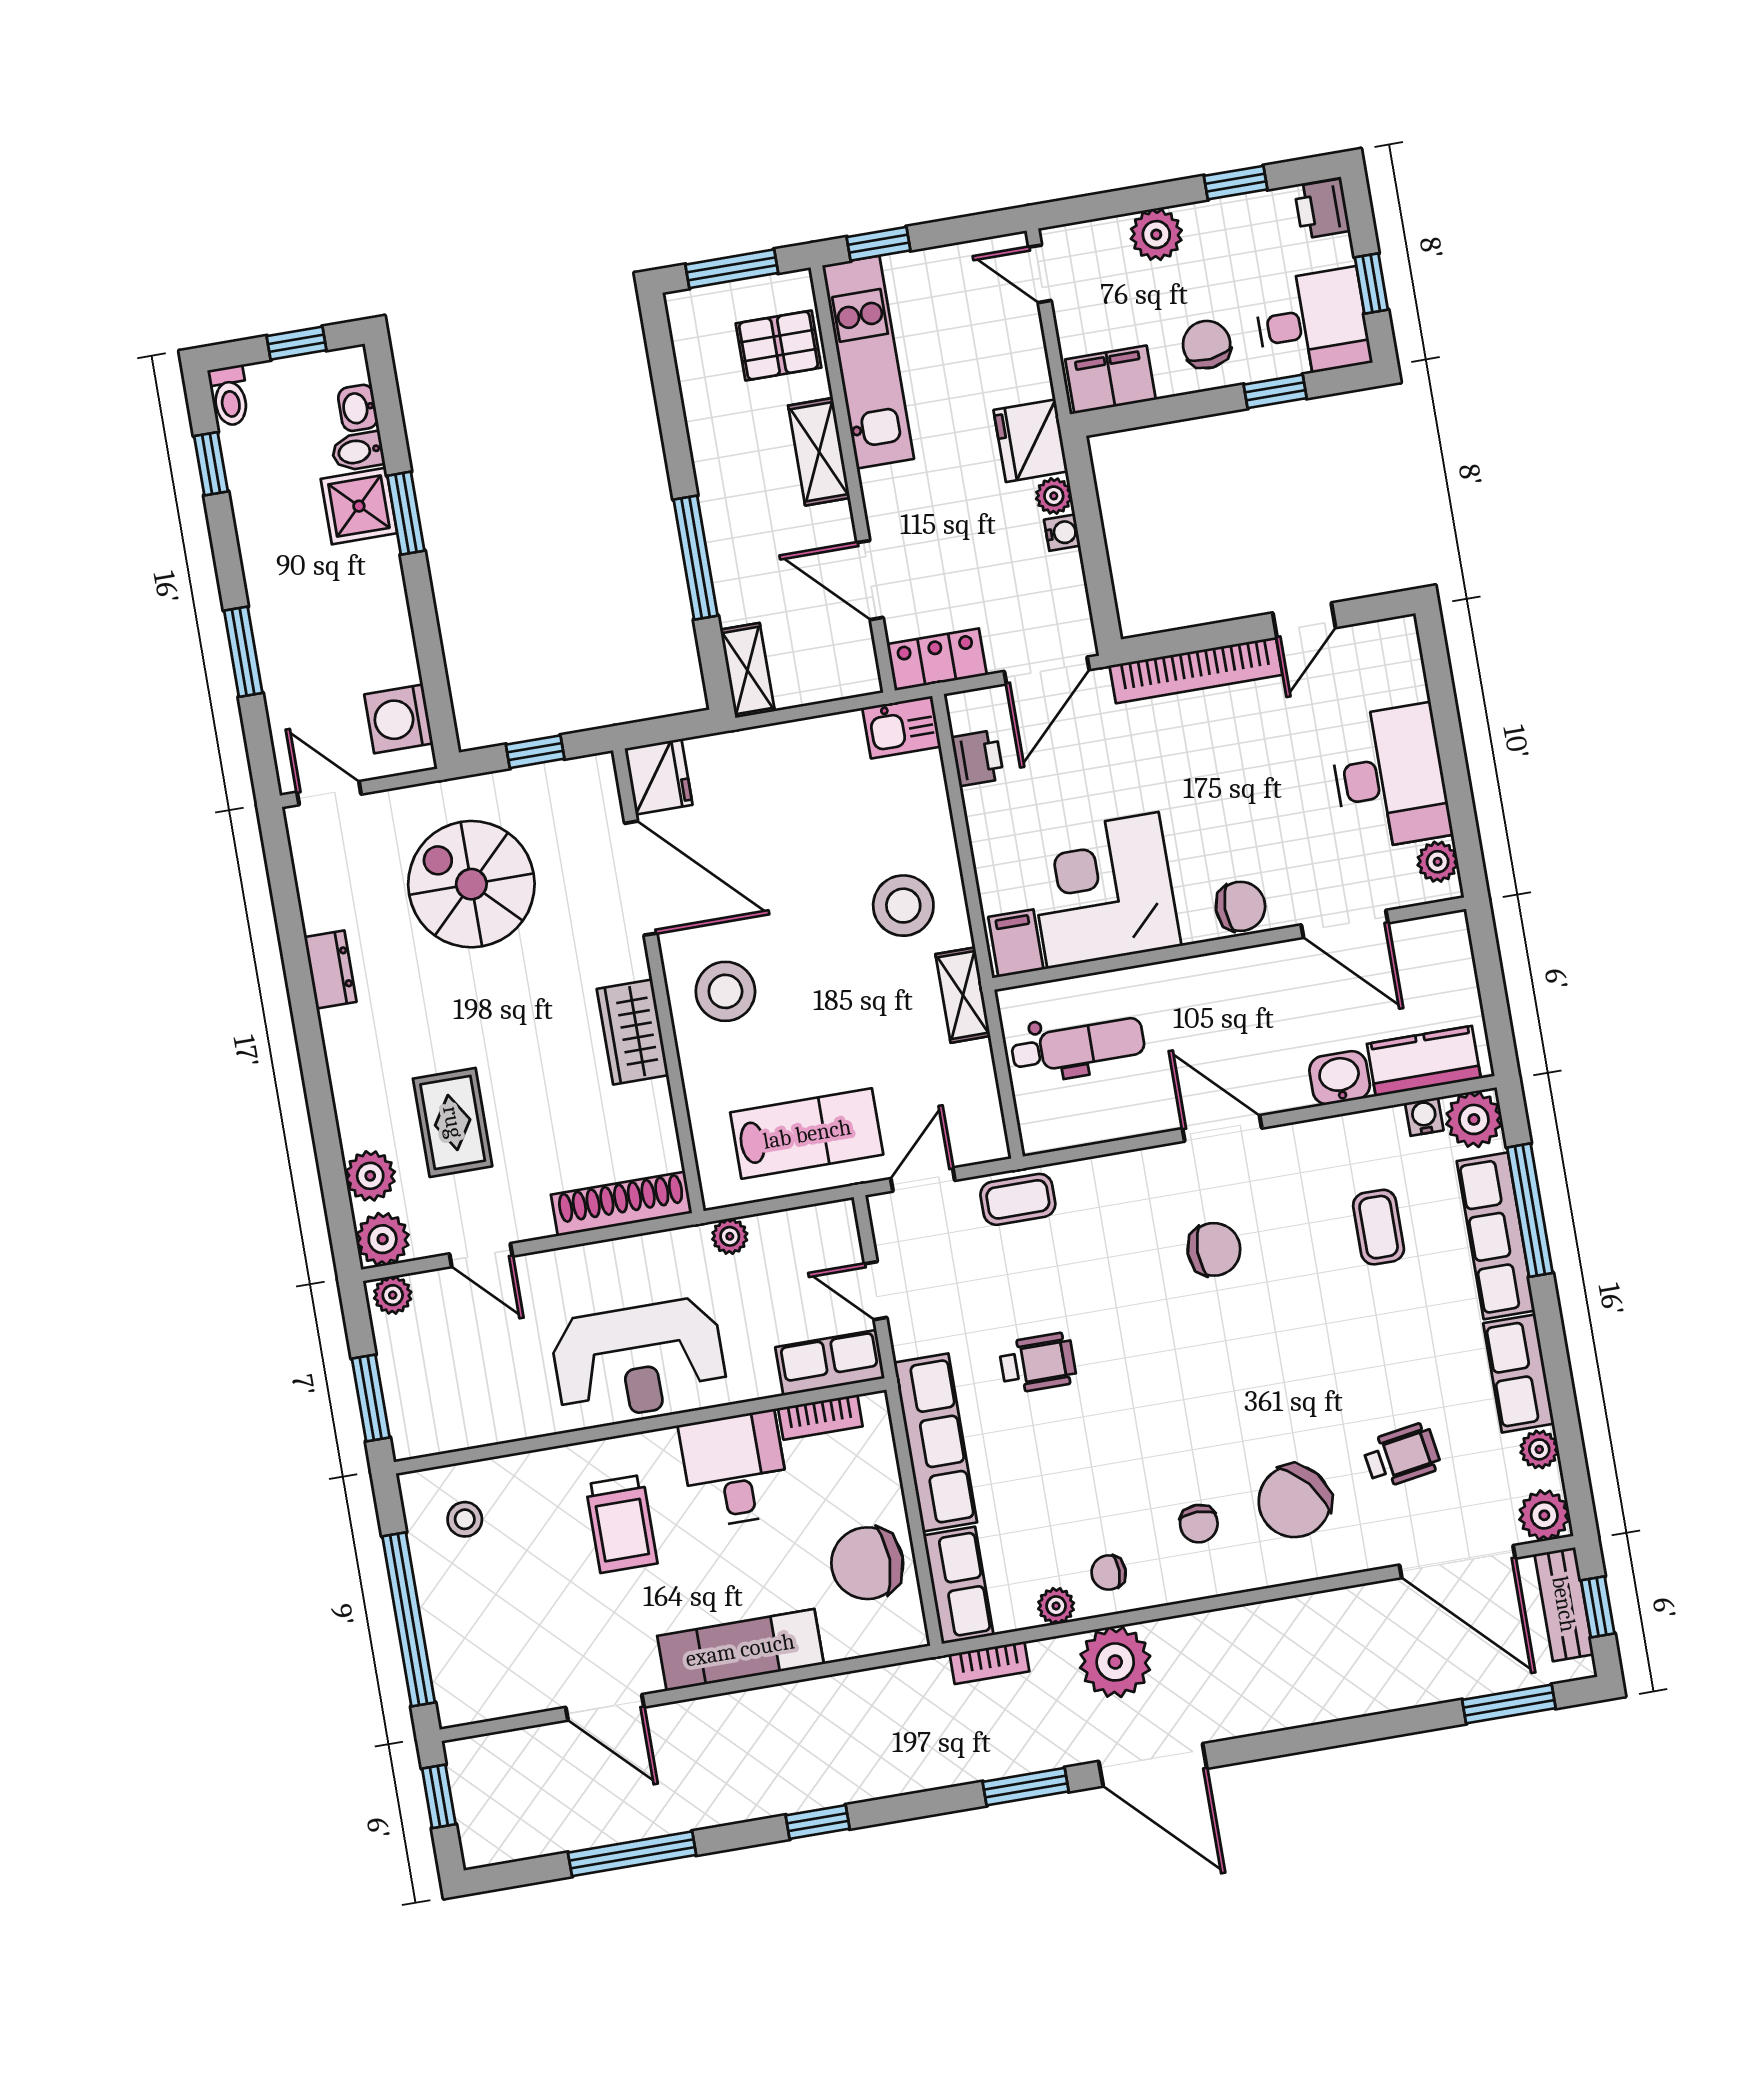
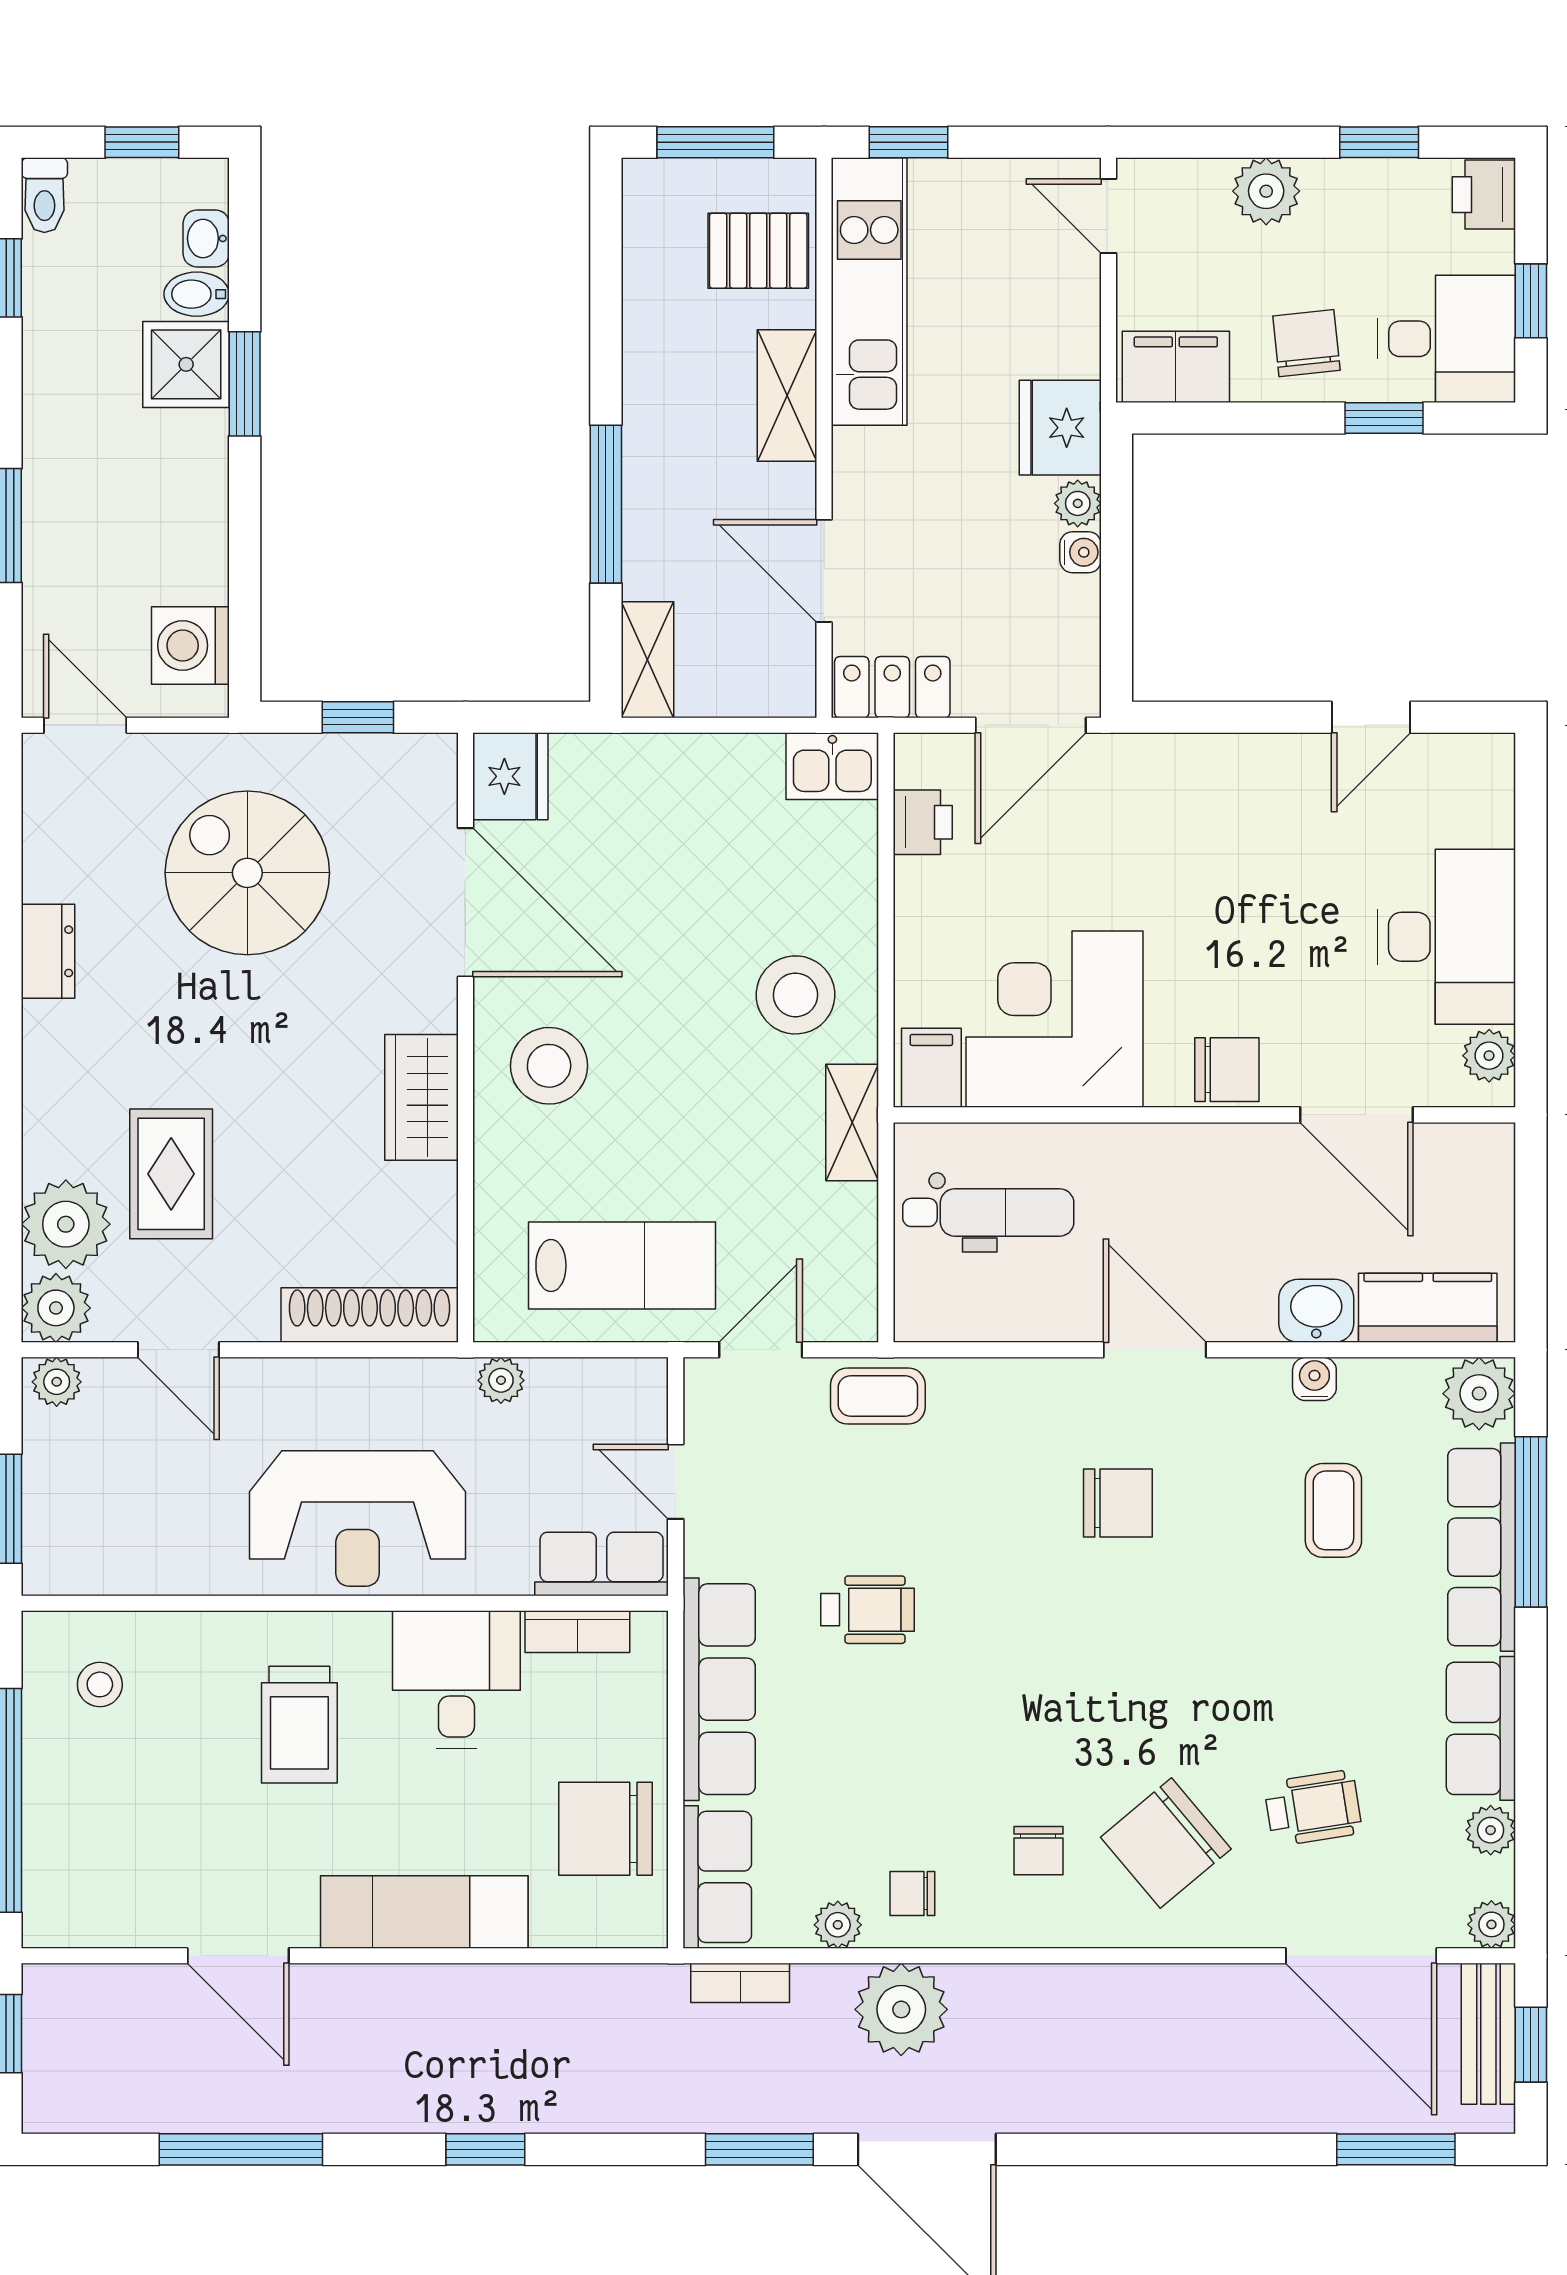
bookcase: (1196, 670) -> (1222, 758), removed
water cooler: (1424, 1117) -> (1314, 1379), moved
plant: (370, 1176) -> (66, 1224), width x1.36, depth x1.36
plant: (1544, 1515) -> (1491, 1924), width x0.73, depth x0.73

